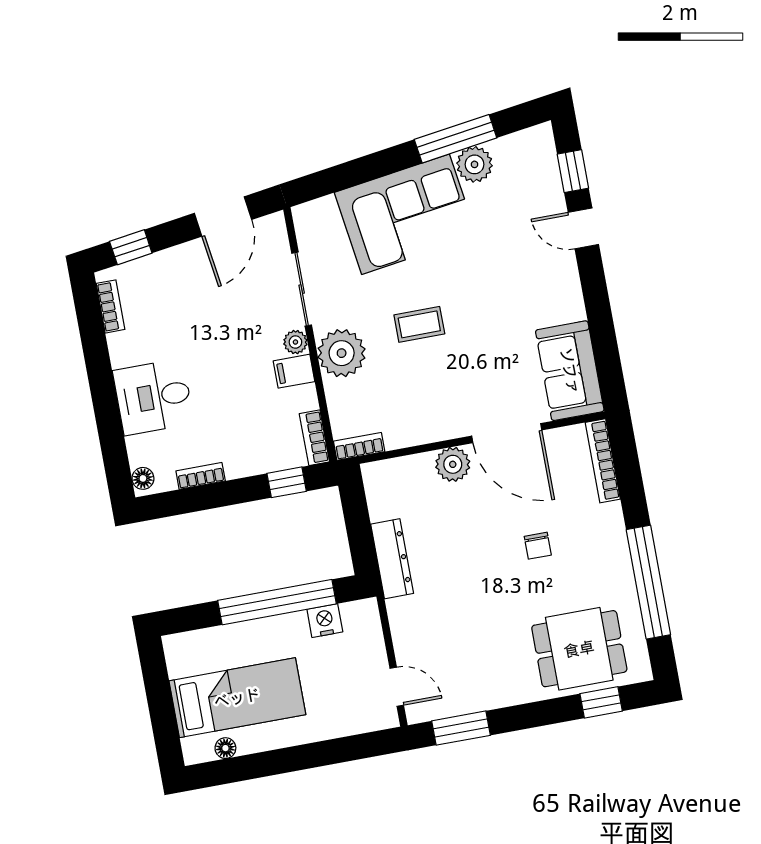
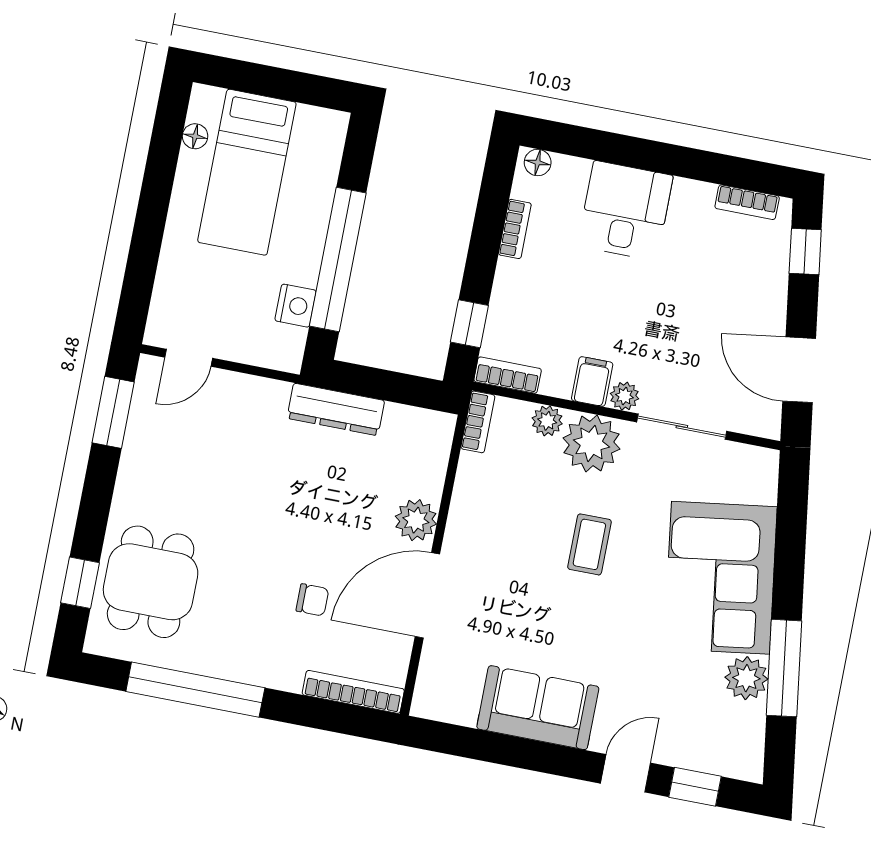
sofa: (570, 371) -> (538, 708), moved
plant: (338, 394) -> (547, 421), added
chair: (538, 546) -> (312, 600), moved, turned 180

